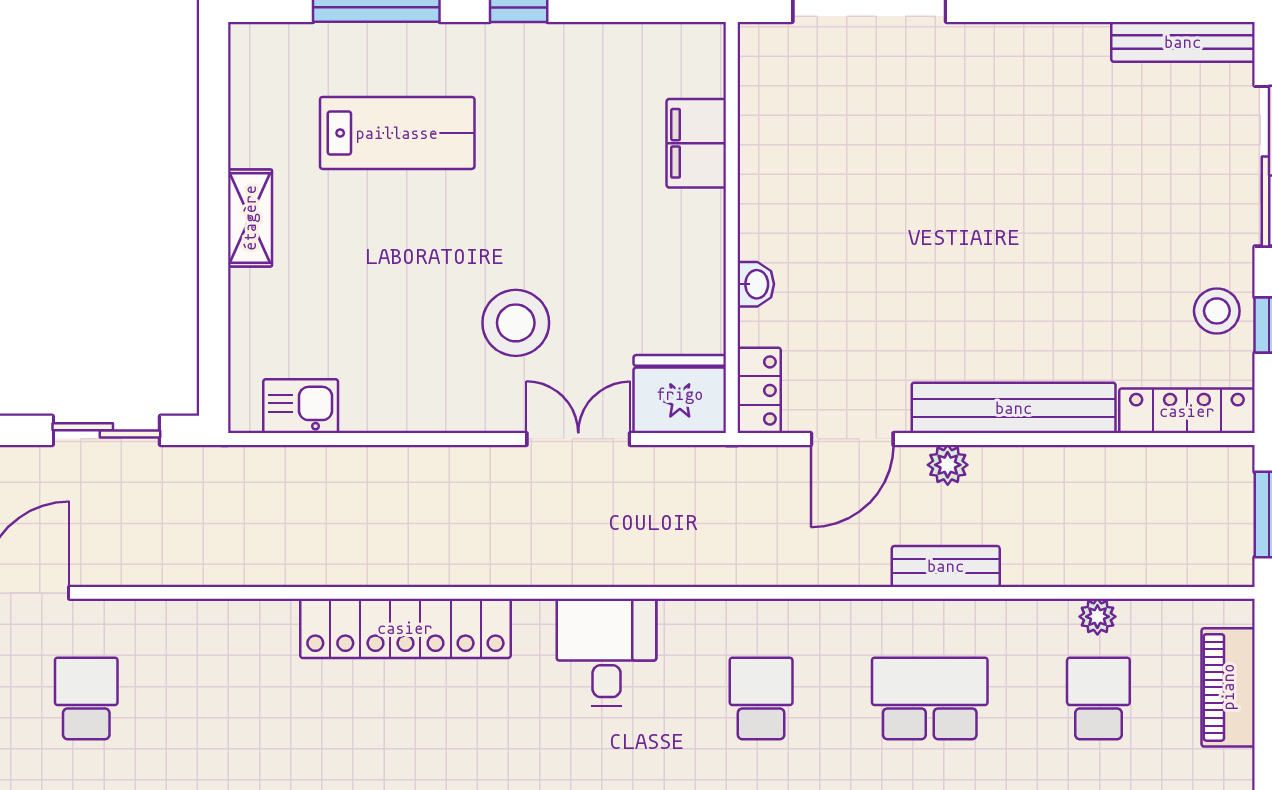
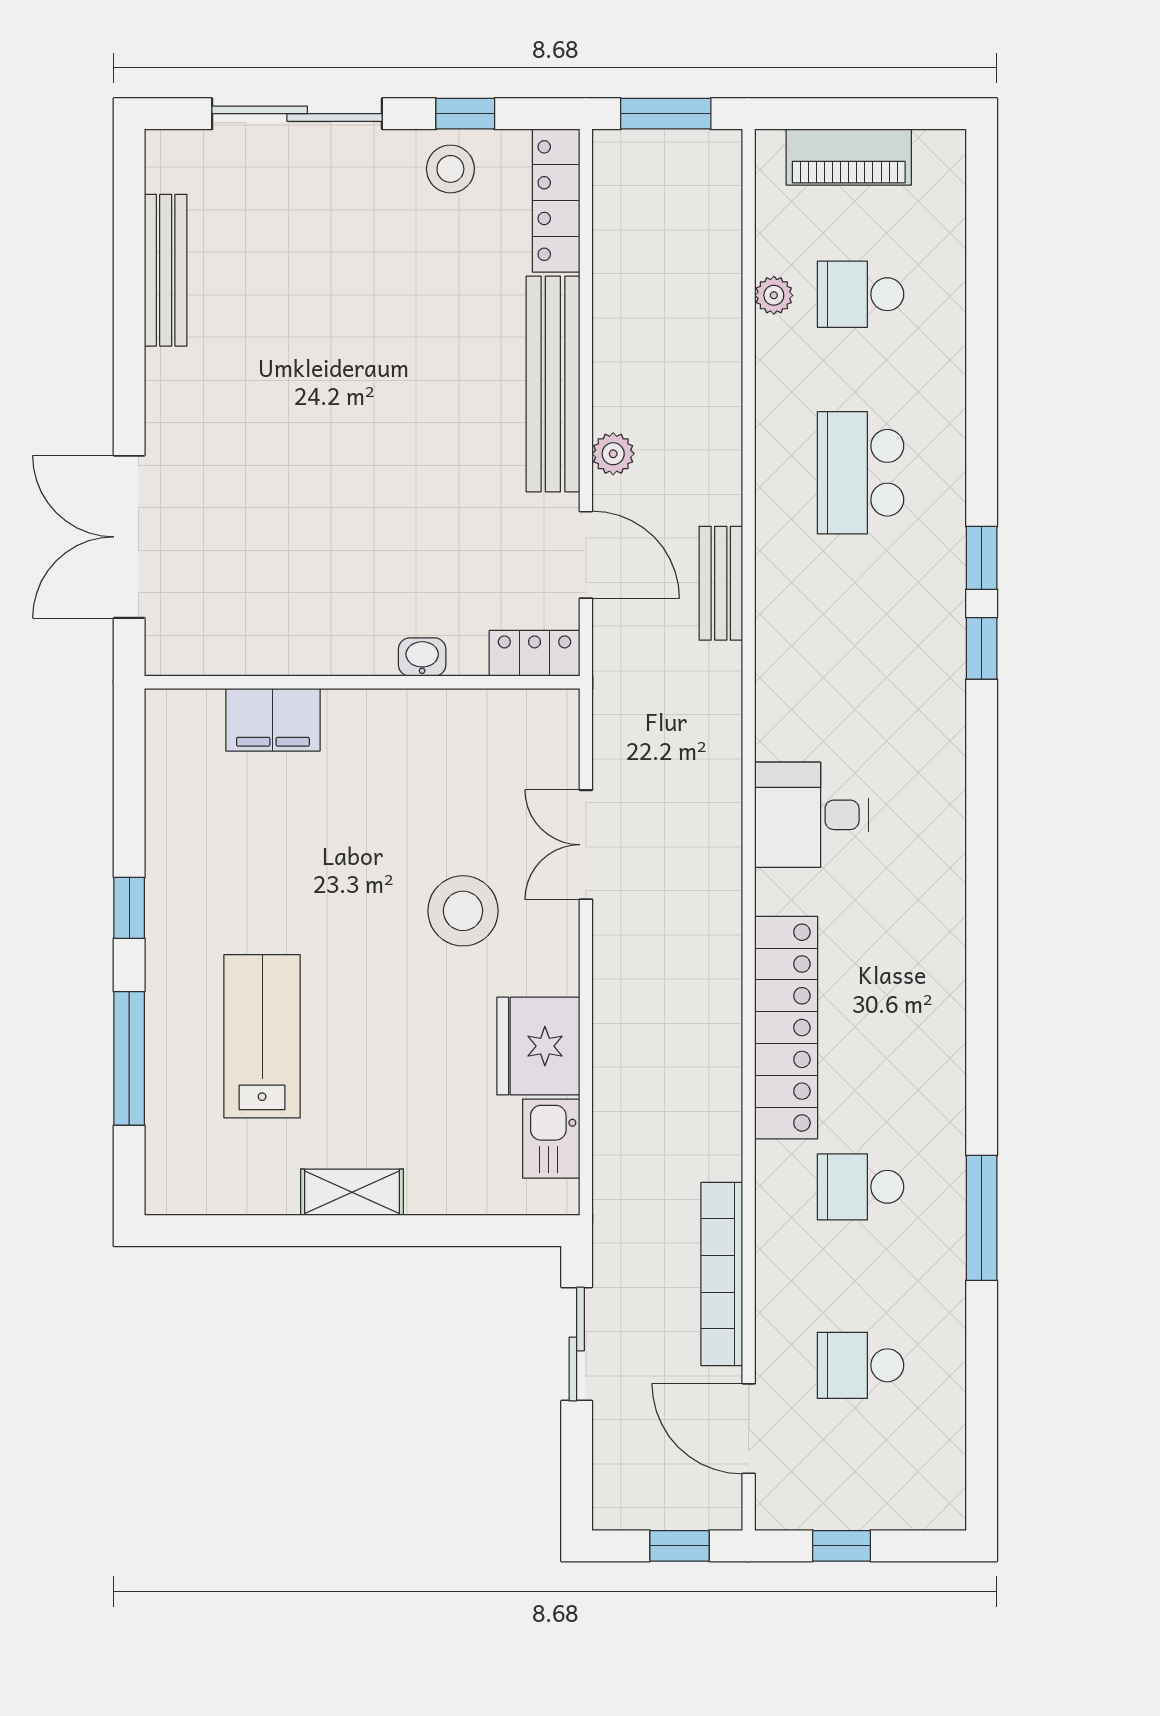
bench: (1183, 42) -> (166, 270), moved
fridge: (680, 394) -> (538, 1046), moved
bench: (946, 566) -> (721, 583), moved
bookcase: (173, 567) -> (722, 1274), added
school desk: (761, 699) -> (861, 1187), moved

